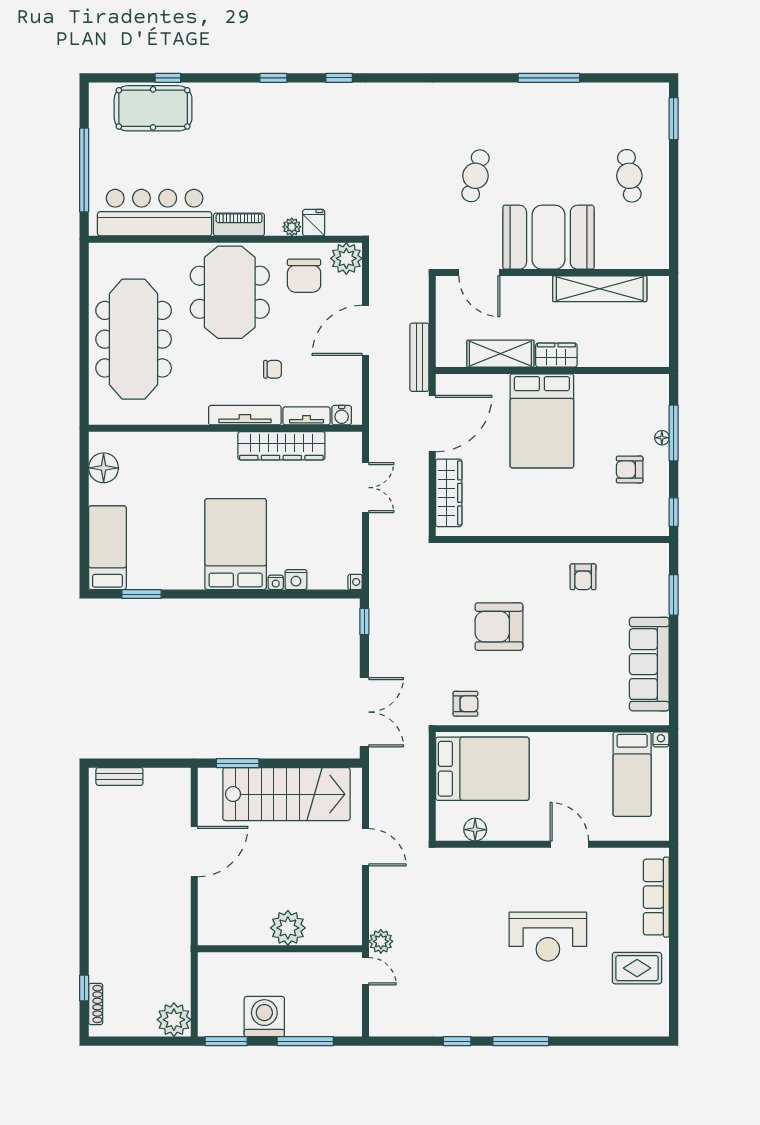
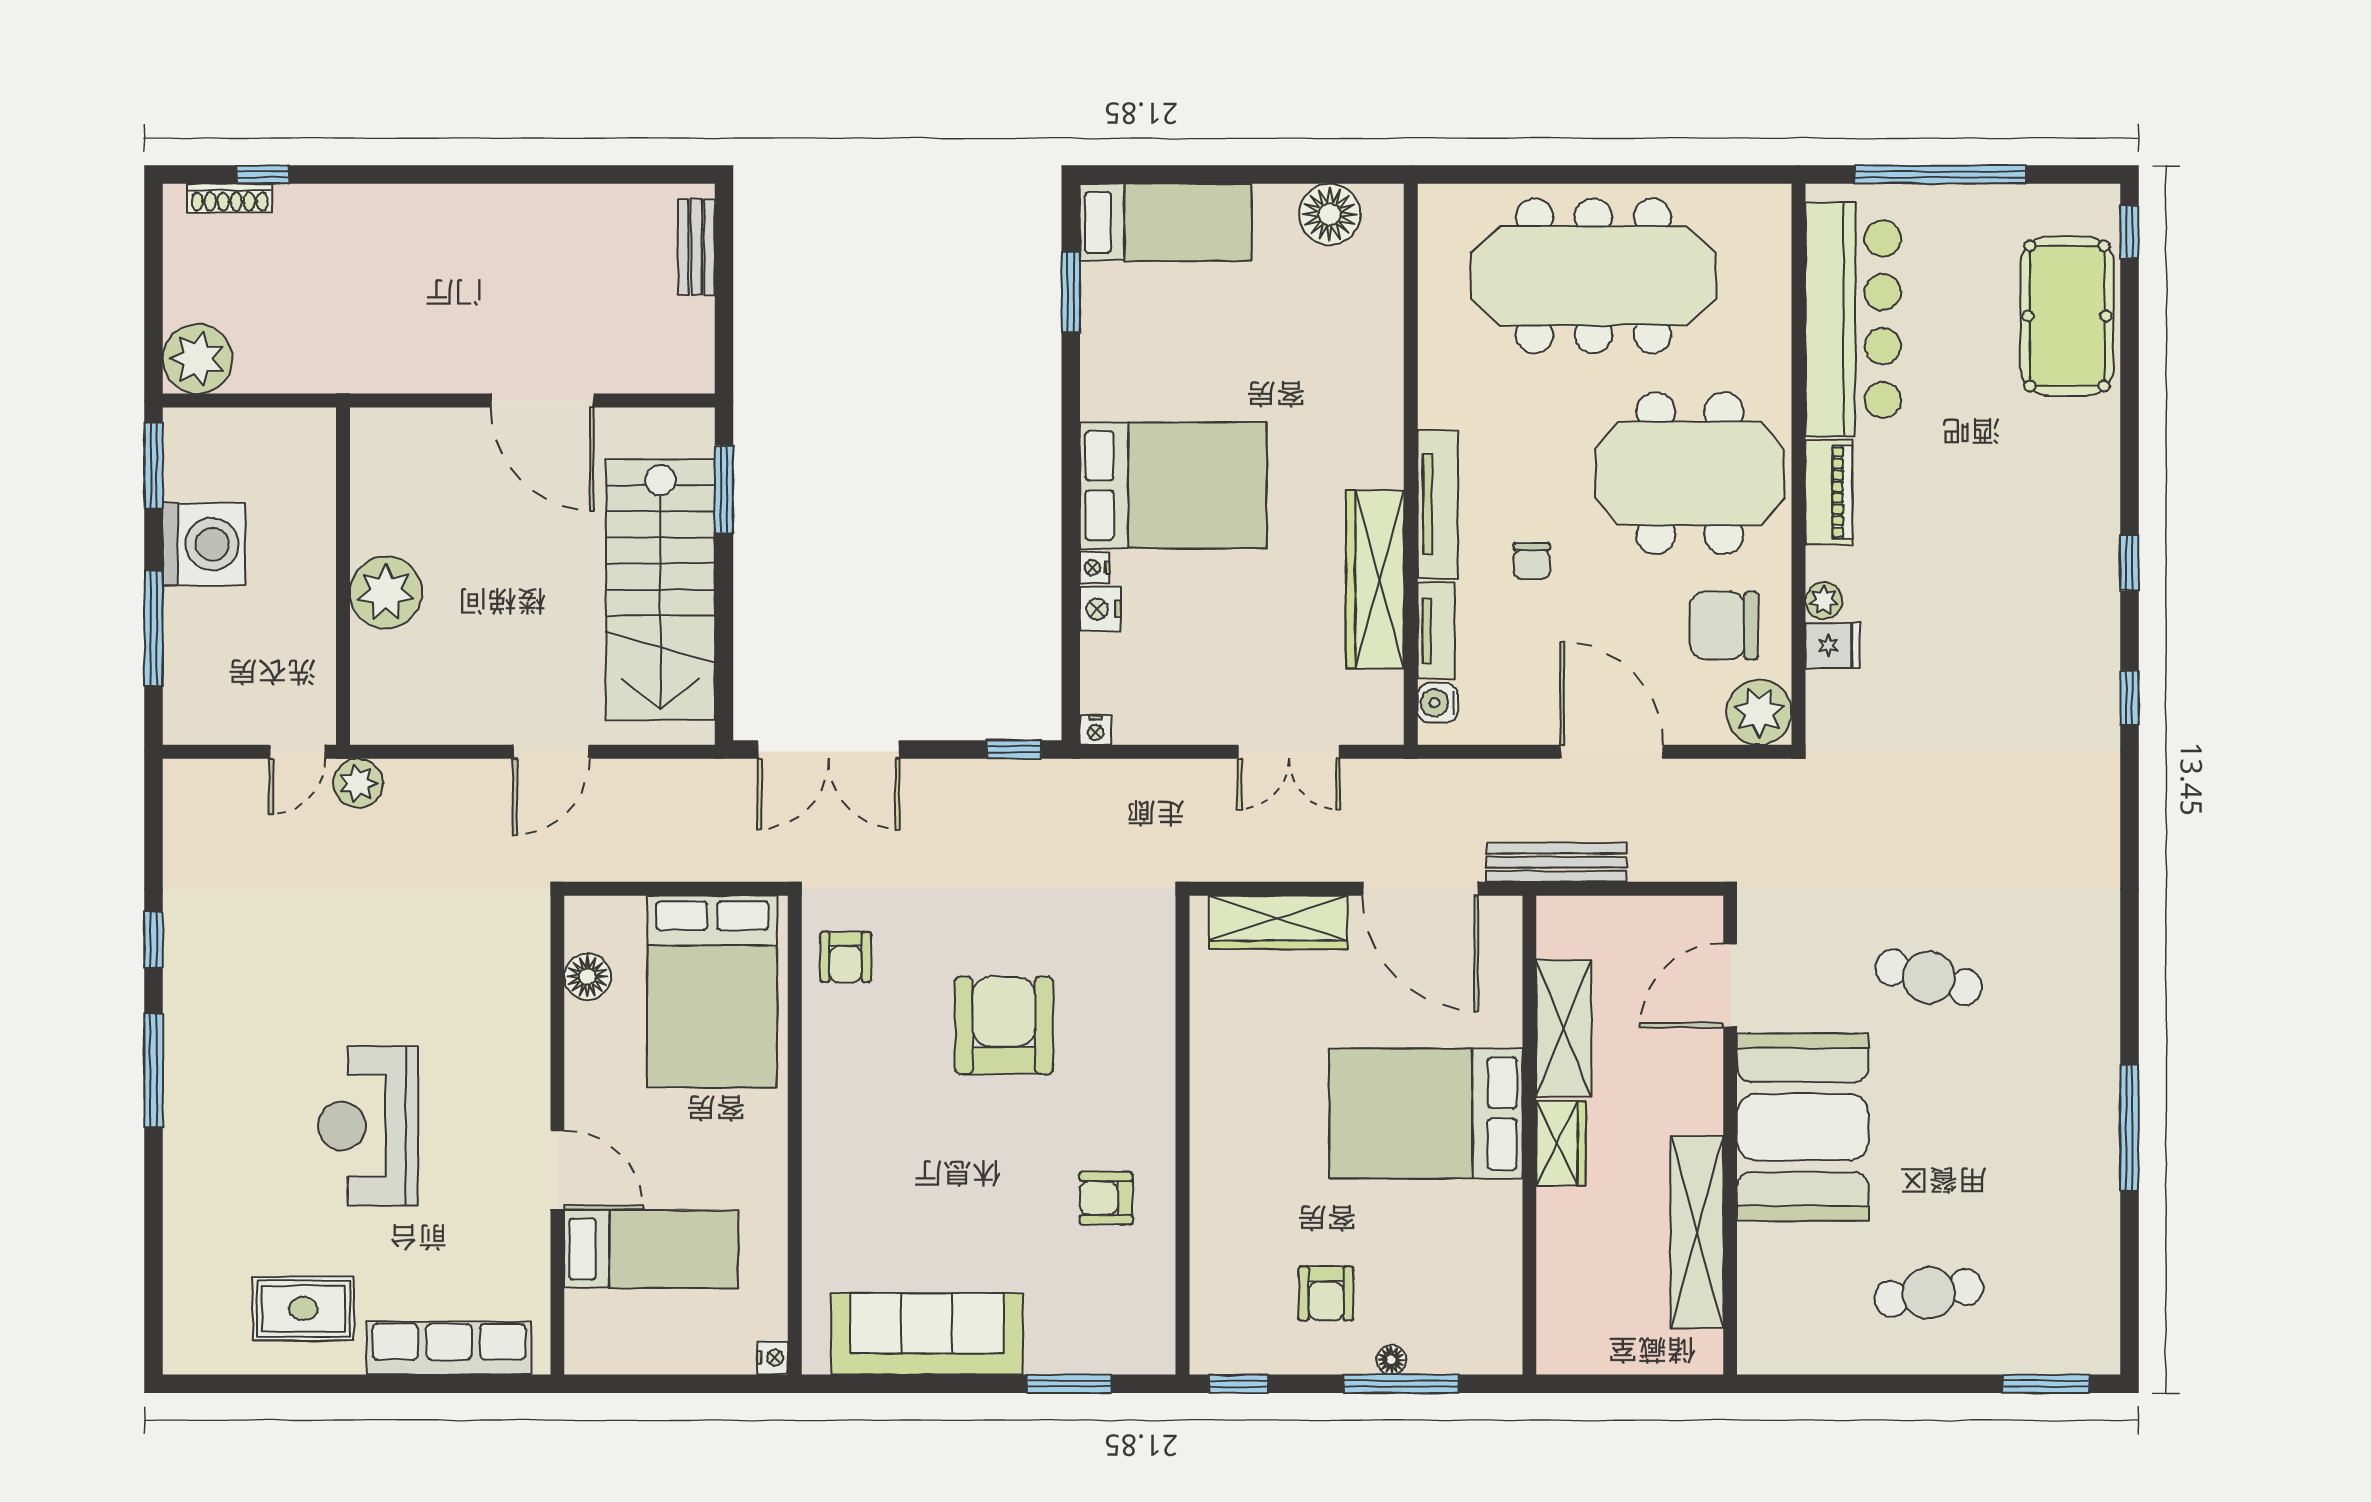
window: (168, 78) -> (2129, 232), moved
armchair: (630, 470) -> (1326, 1293), turned 180
bed: (632, 774) -> (651, 1249), moved, turned 180
door: (569, 844) -> (557, 1170), hinge flipped
rug: (637, 968) -> (303, 1309), turned 90

